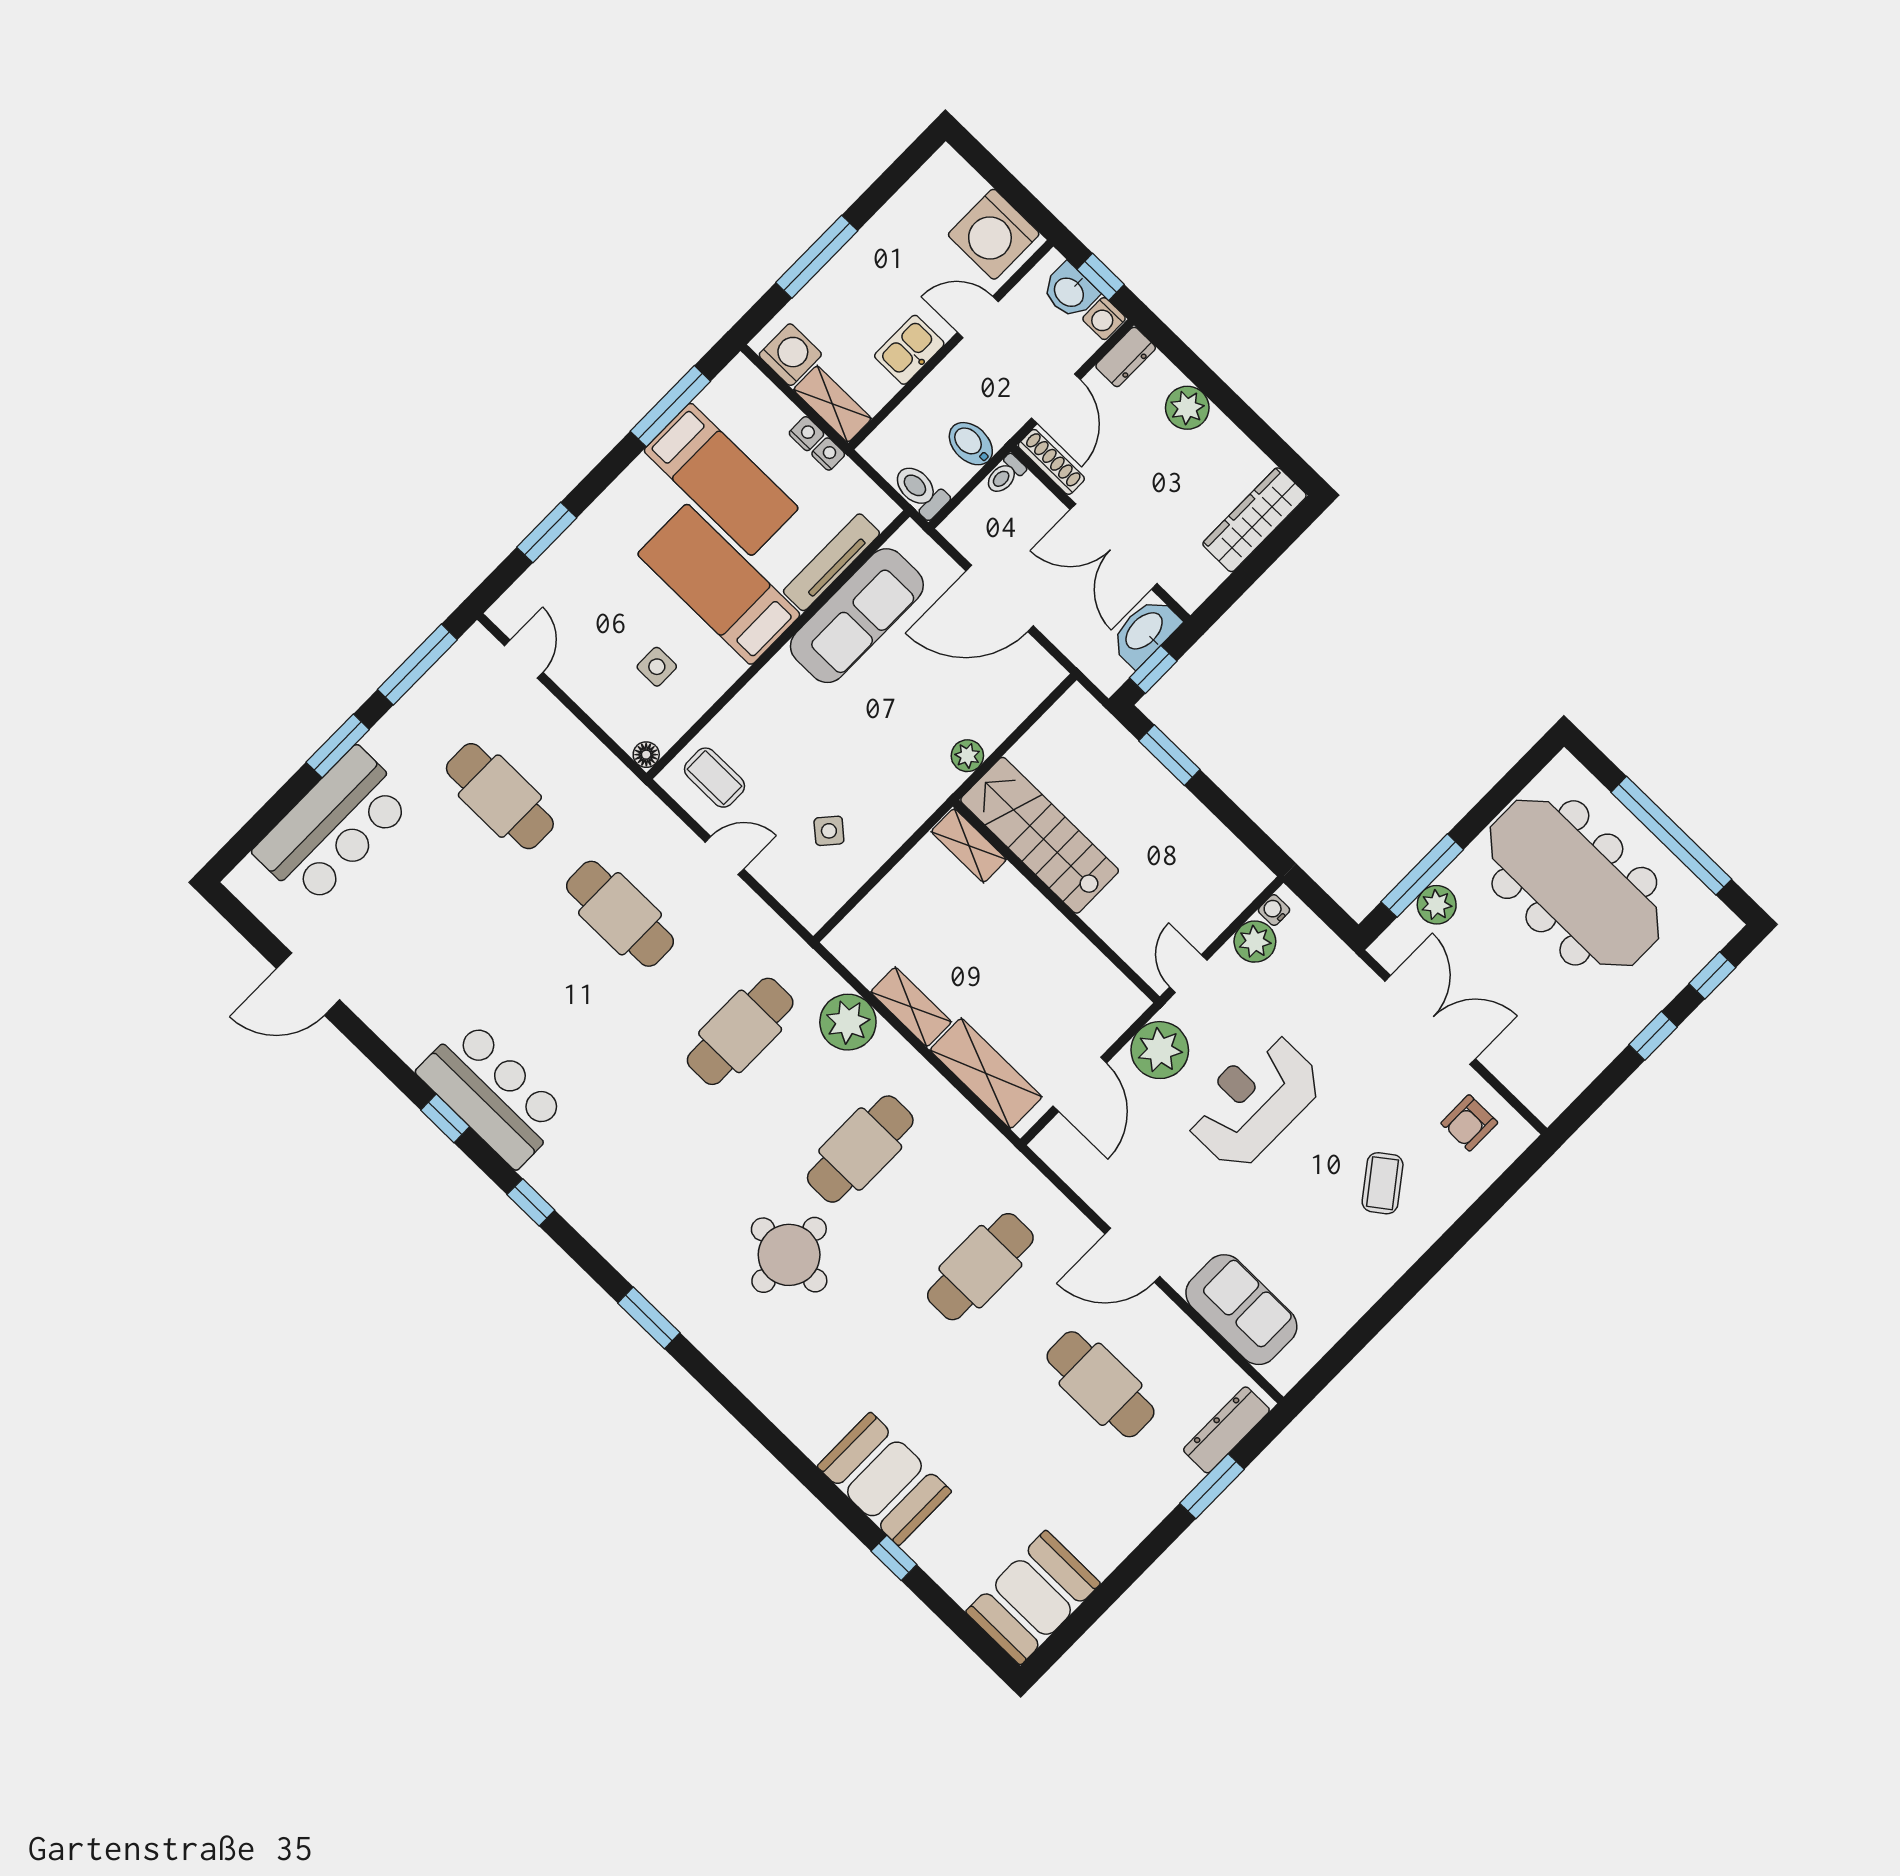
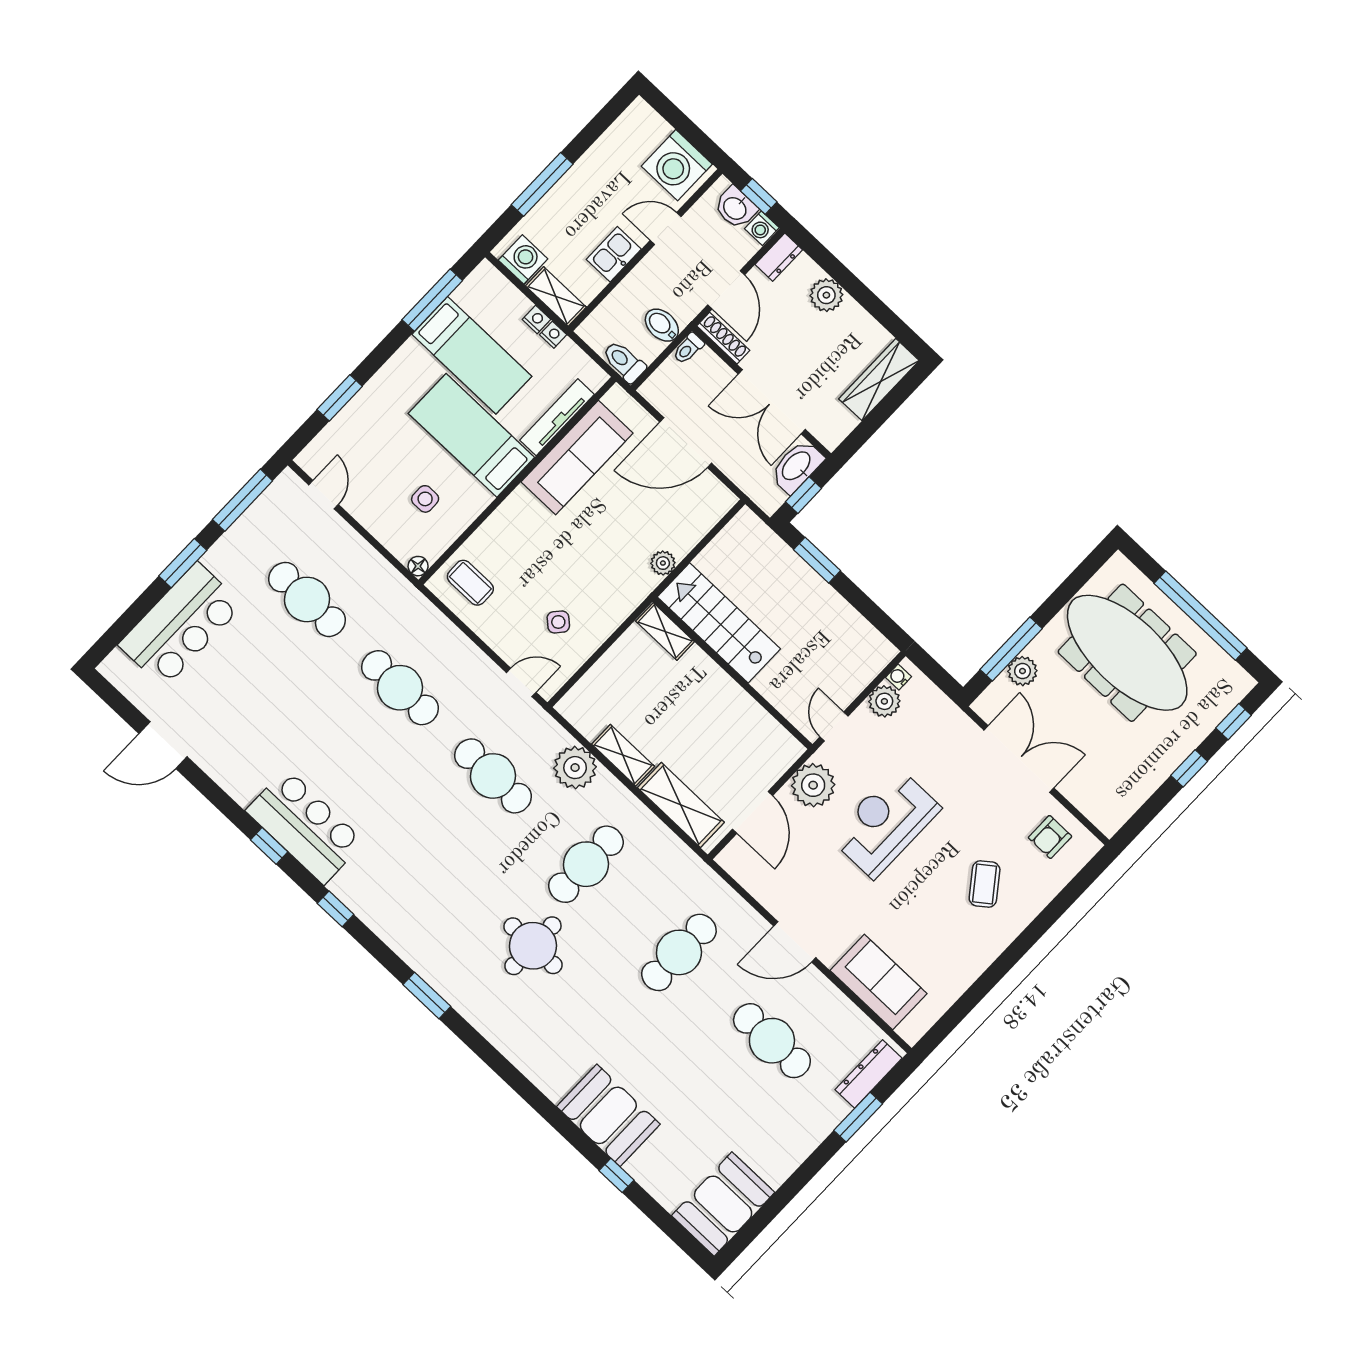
door: (724, 856) -> (521, 682), moved
cafe table: (740, 1031) -> (493, 776), turned 90

